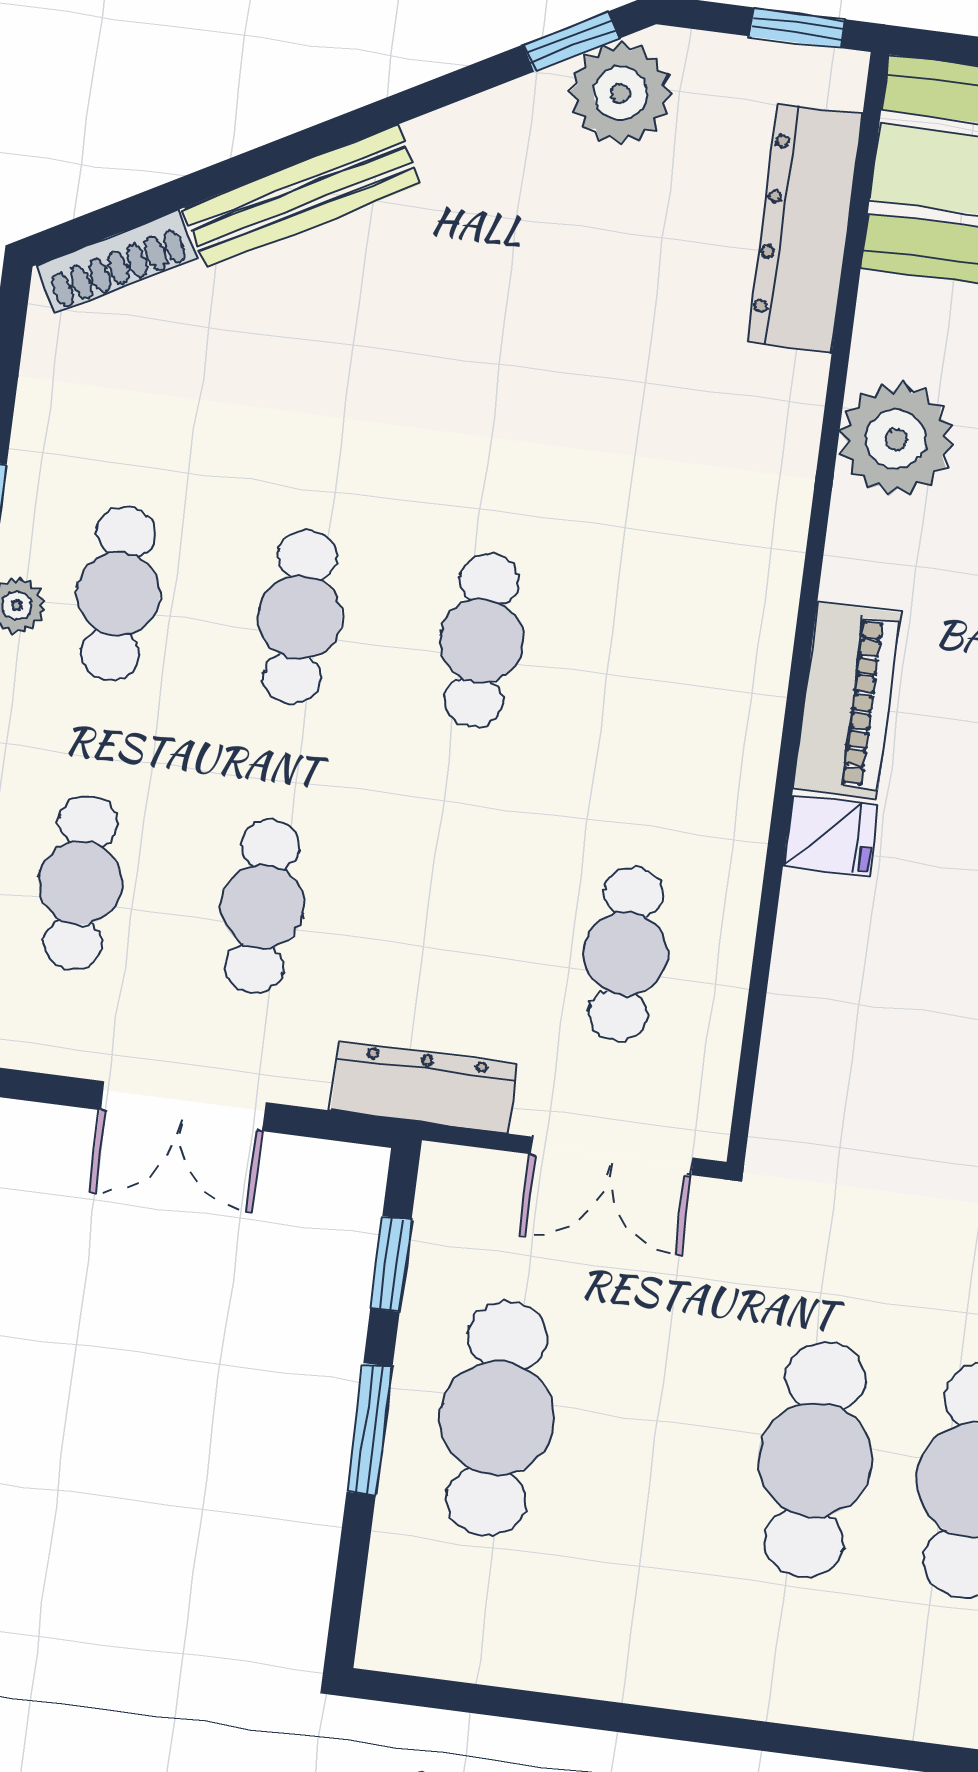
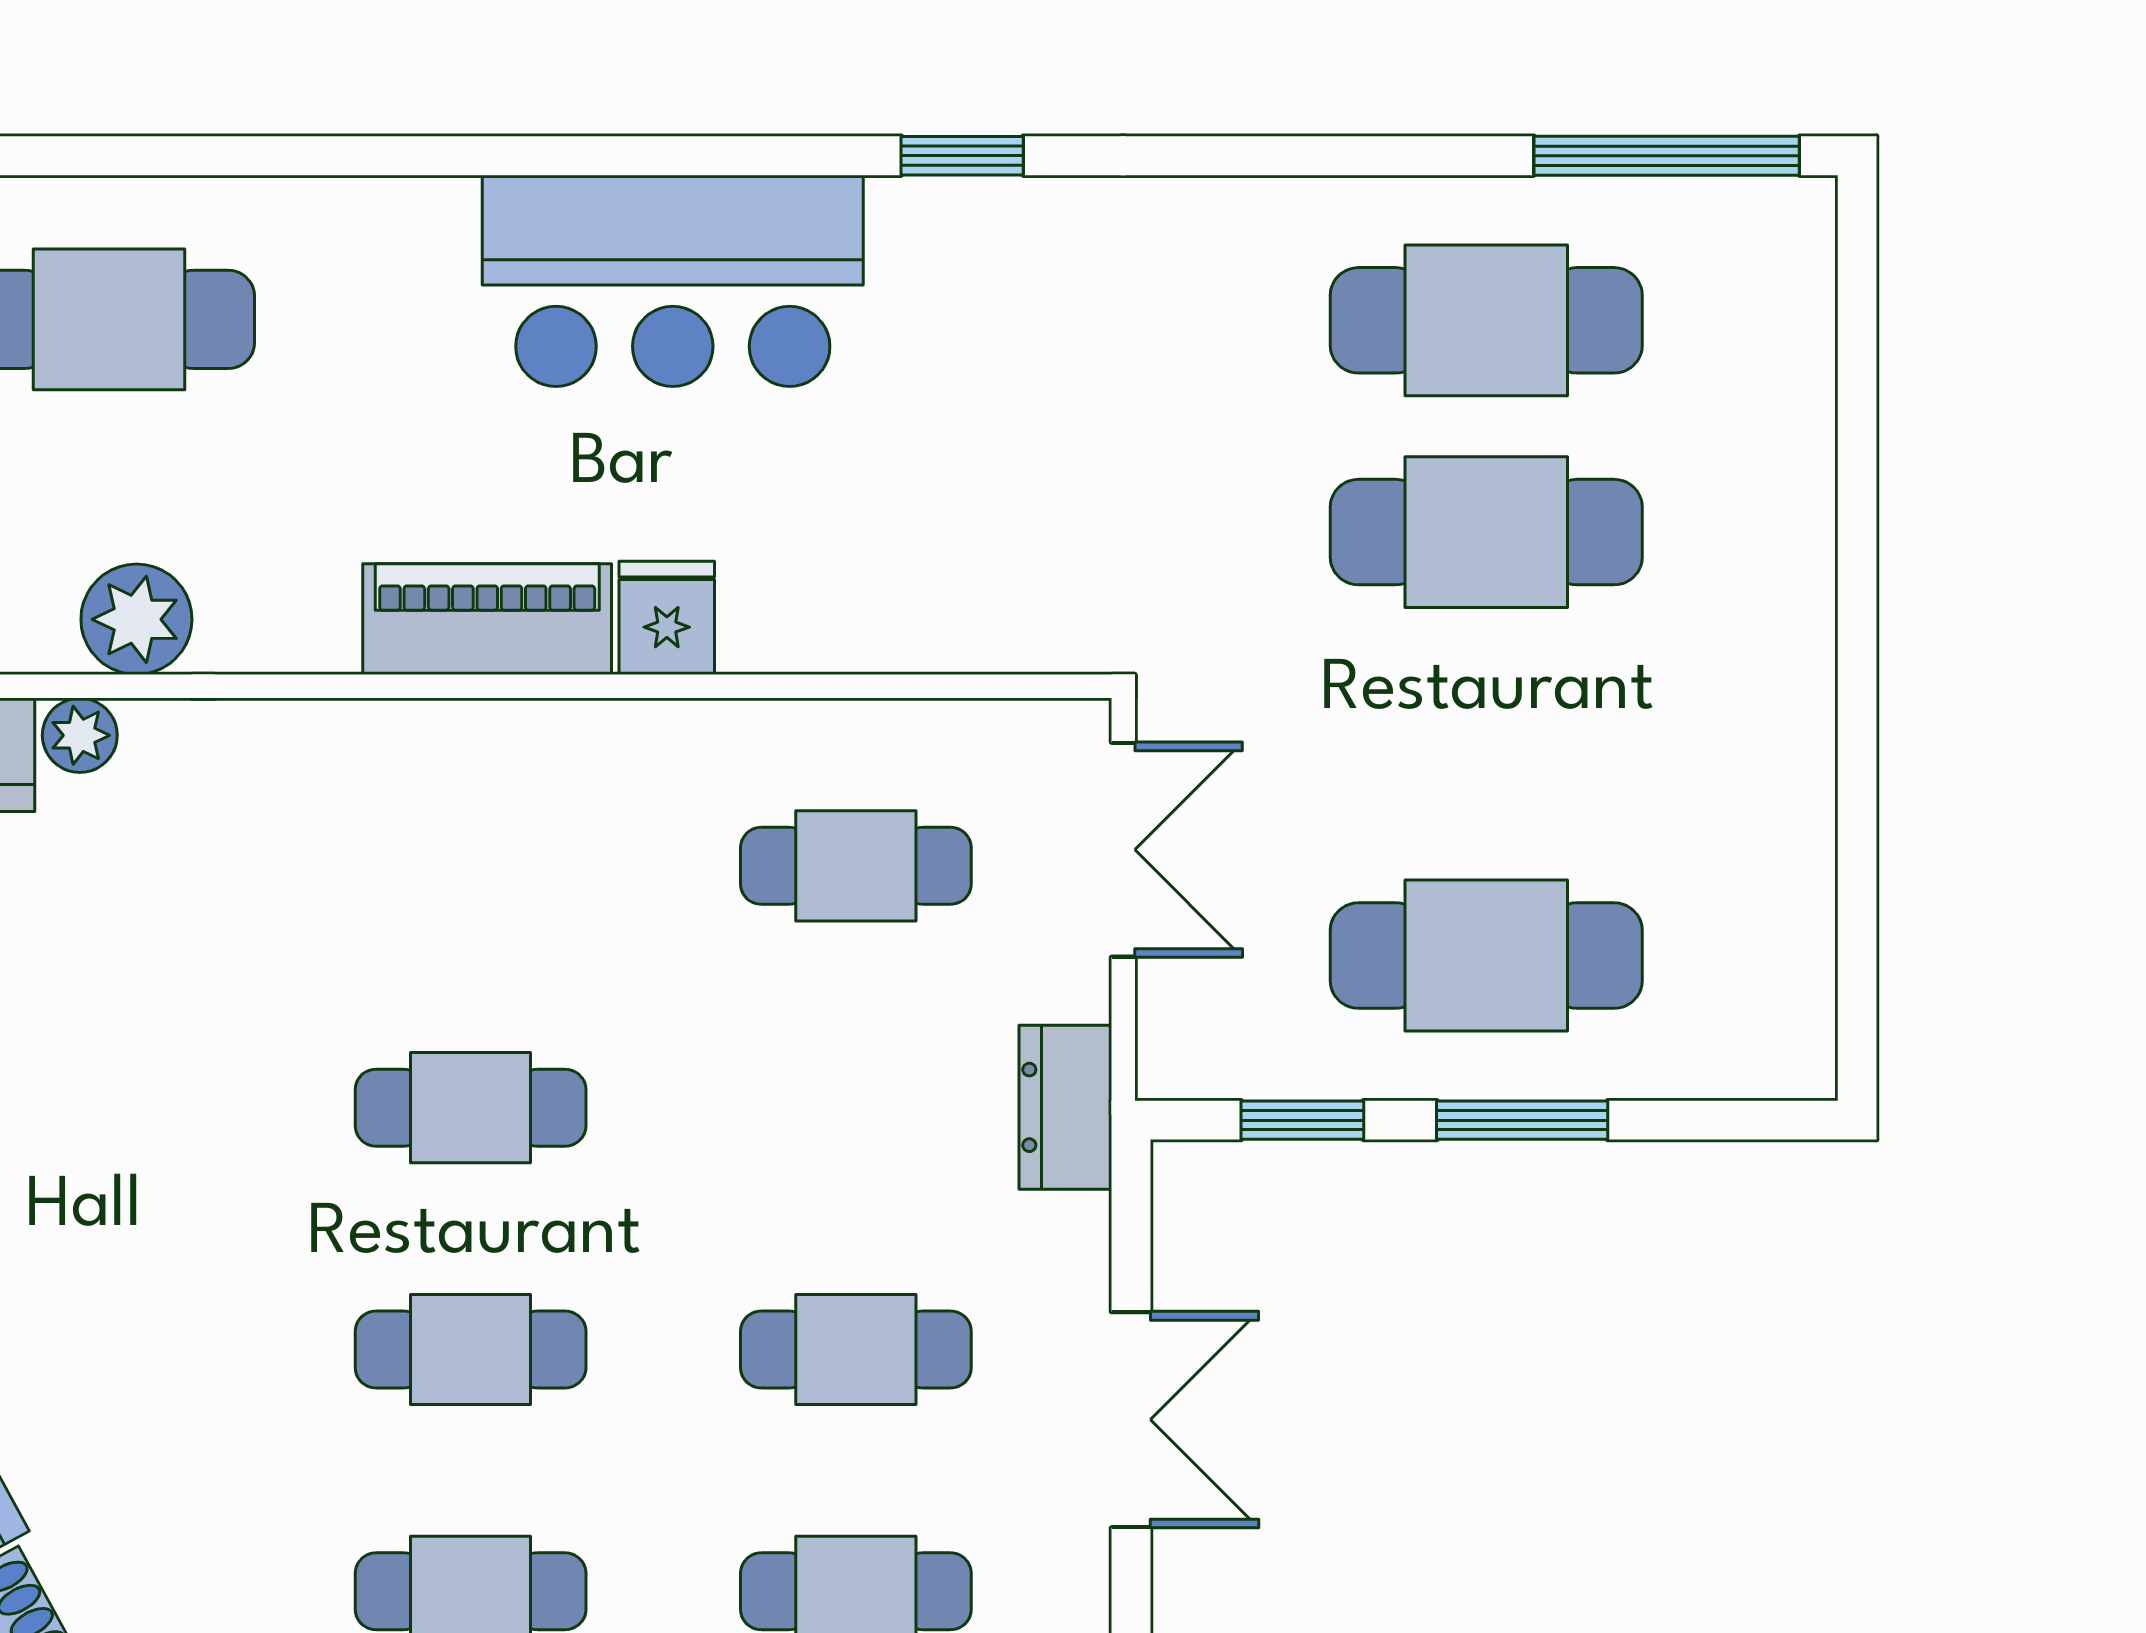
plant: (799, 383) -> (80, 735), added
plant: (896, 439) -> (136, 619), width x0.73, depth x0.73
dresser: (424, 1087) -> (1065, 1107), width x0.70

